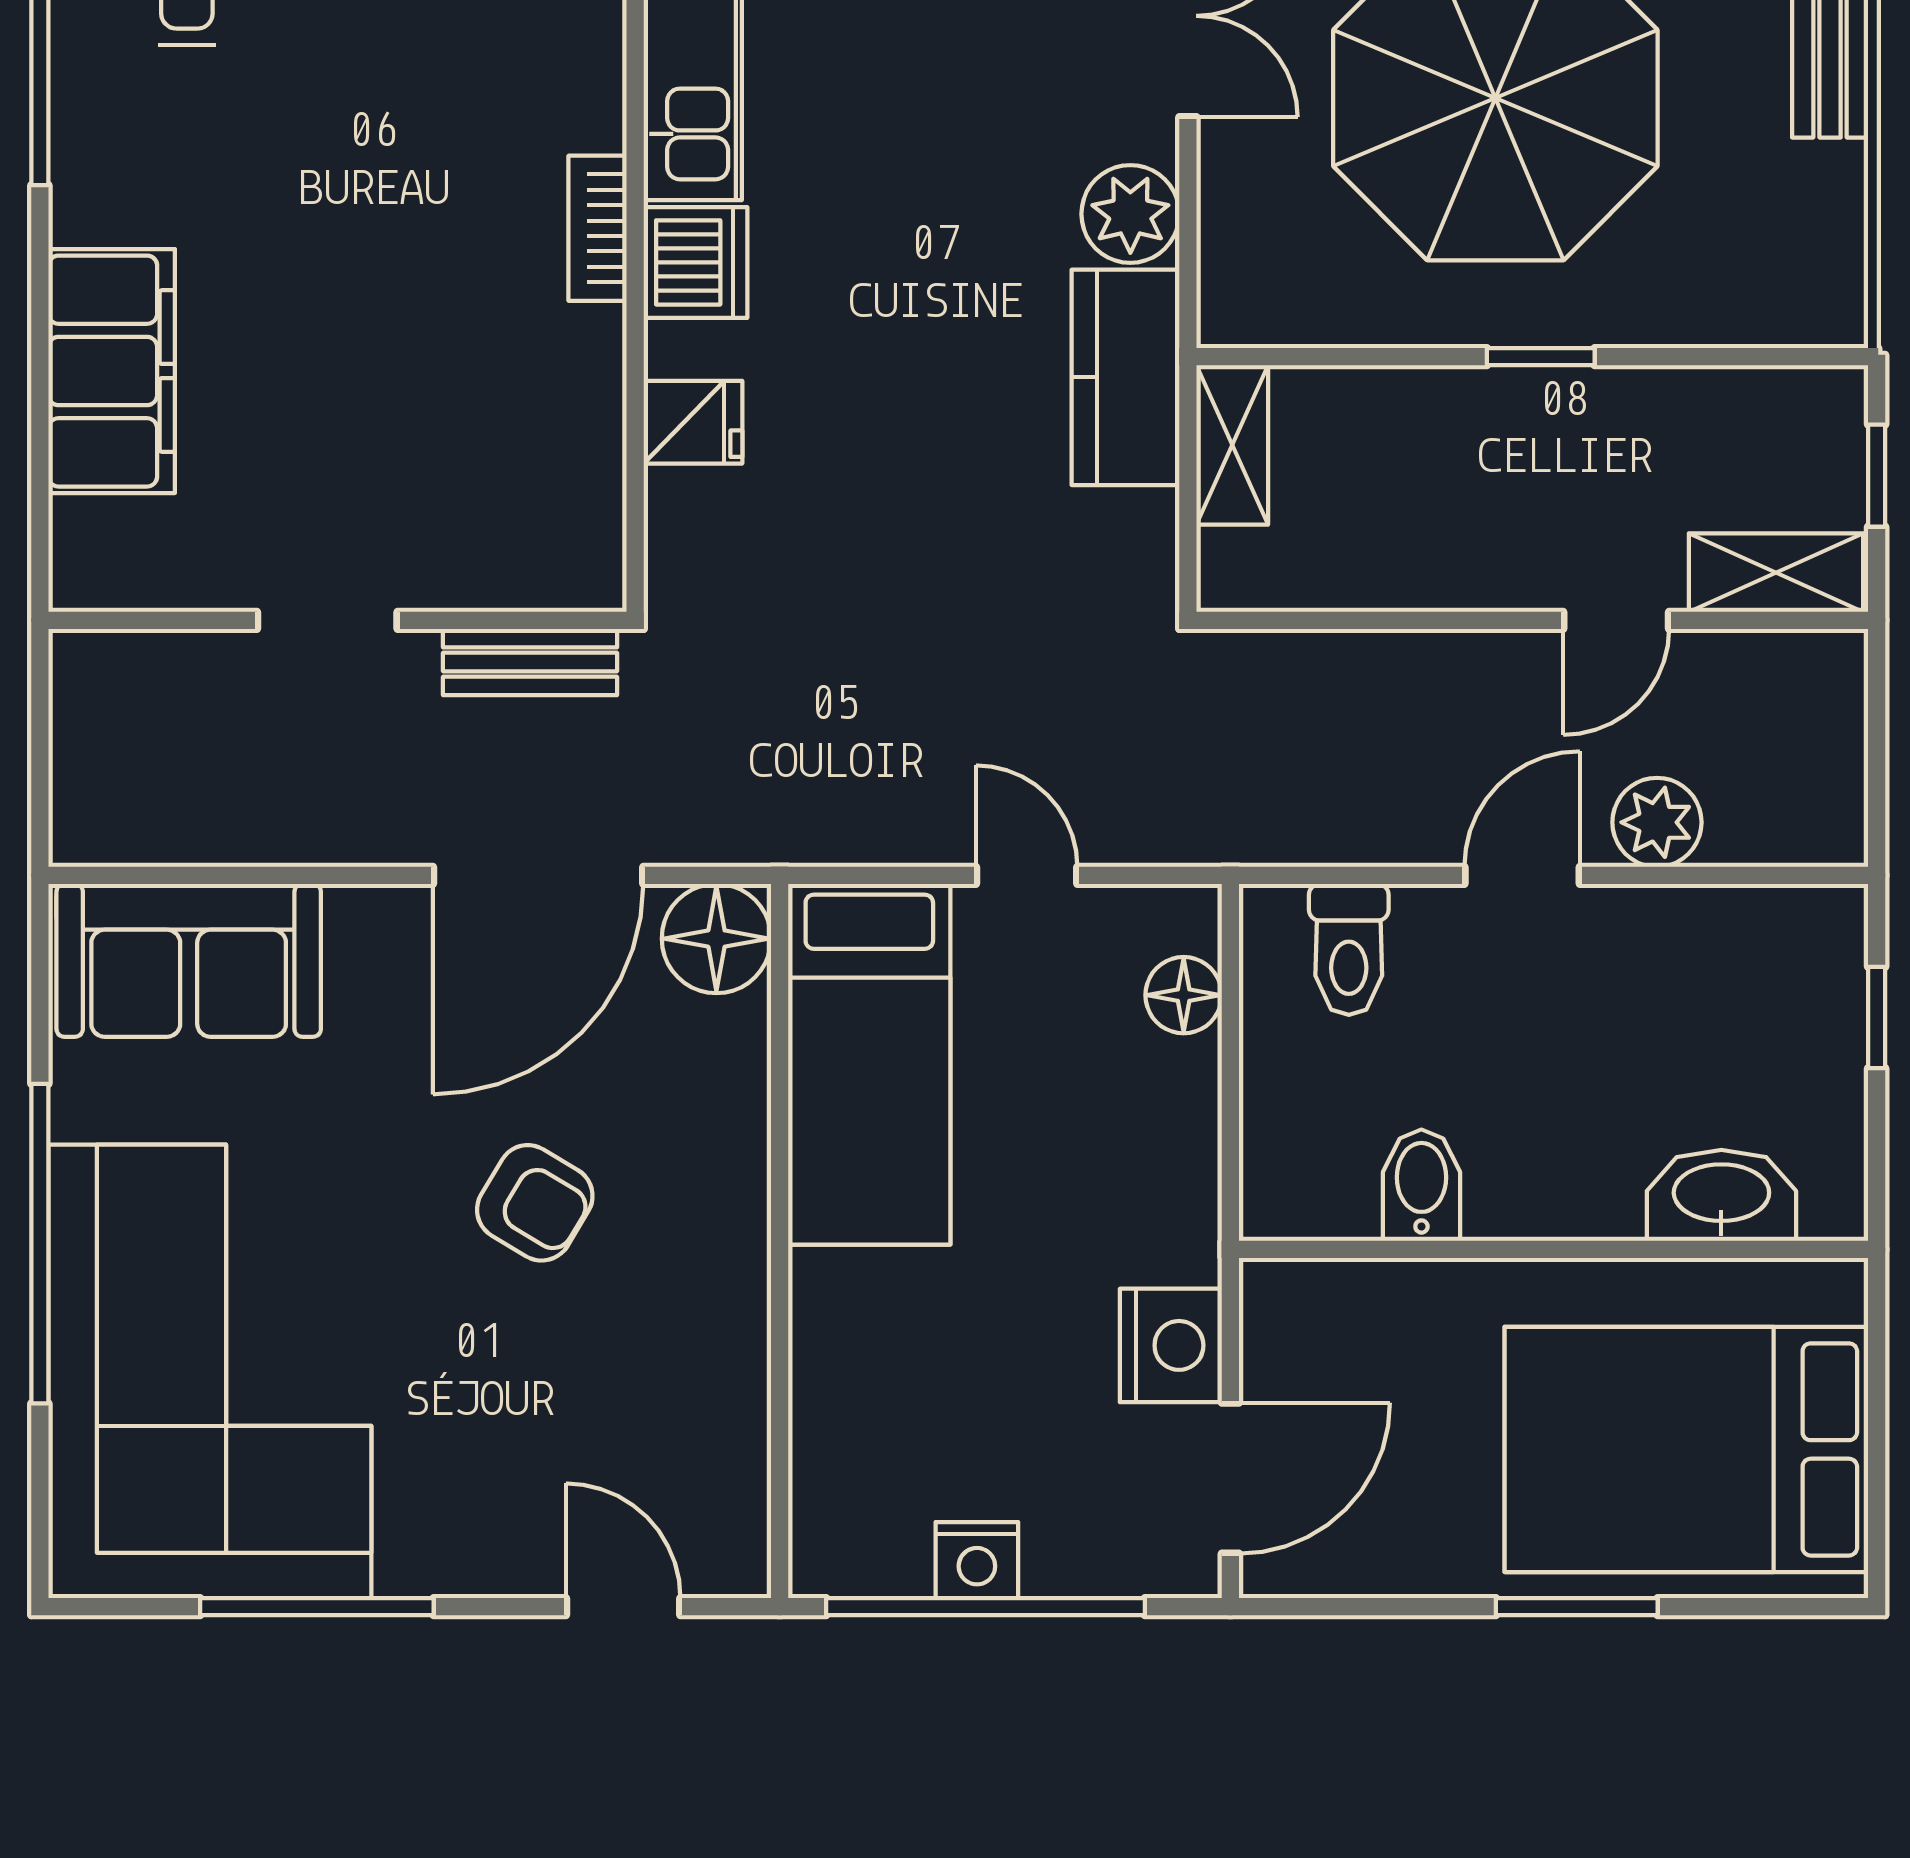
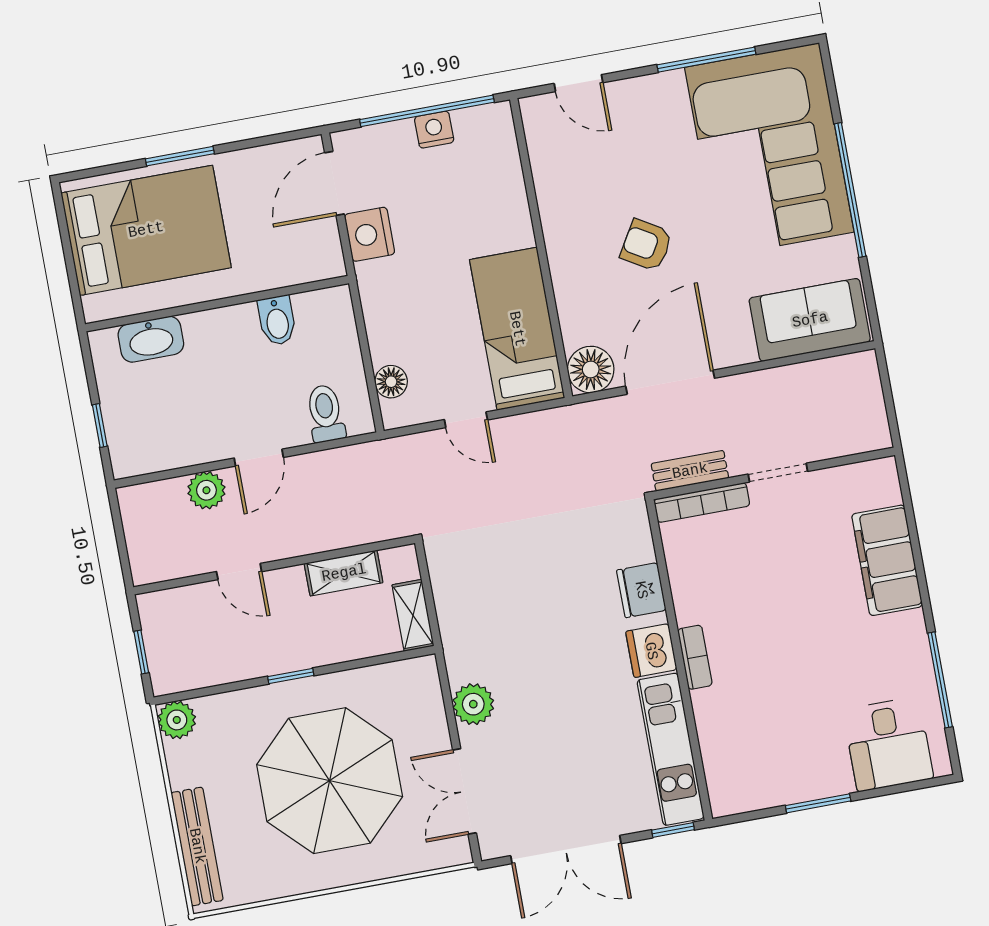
plant: (1823, 303) -> (177, 720), added
kitchen counter: (1125, 377) -> (463, 635), removed
fridge: (693, 422) -> (641, 590), width x1.38
shelving: (1776, 573) -> (344, 573), moved
bookcase: (516, 583) -> (702, 503), added
door: (1616, 620) -> (239, 572), swing flipped

